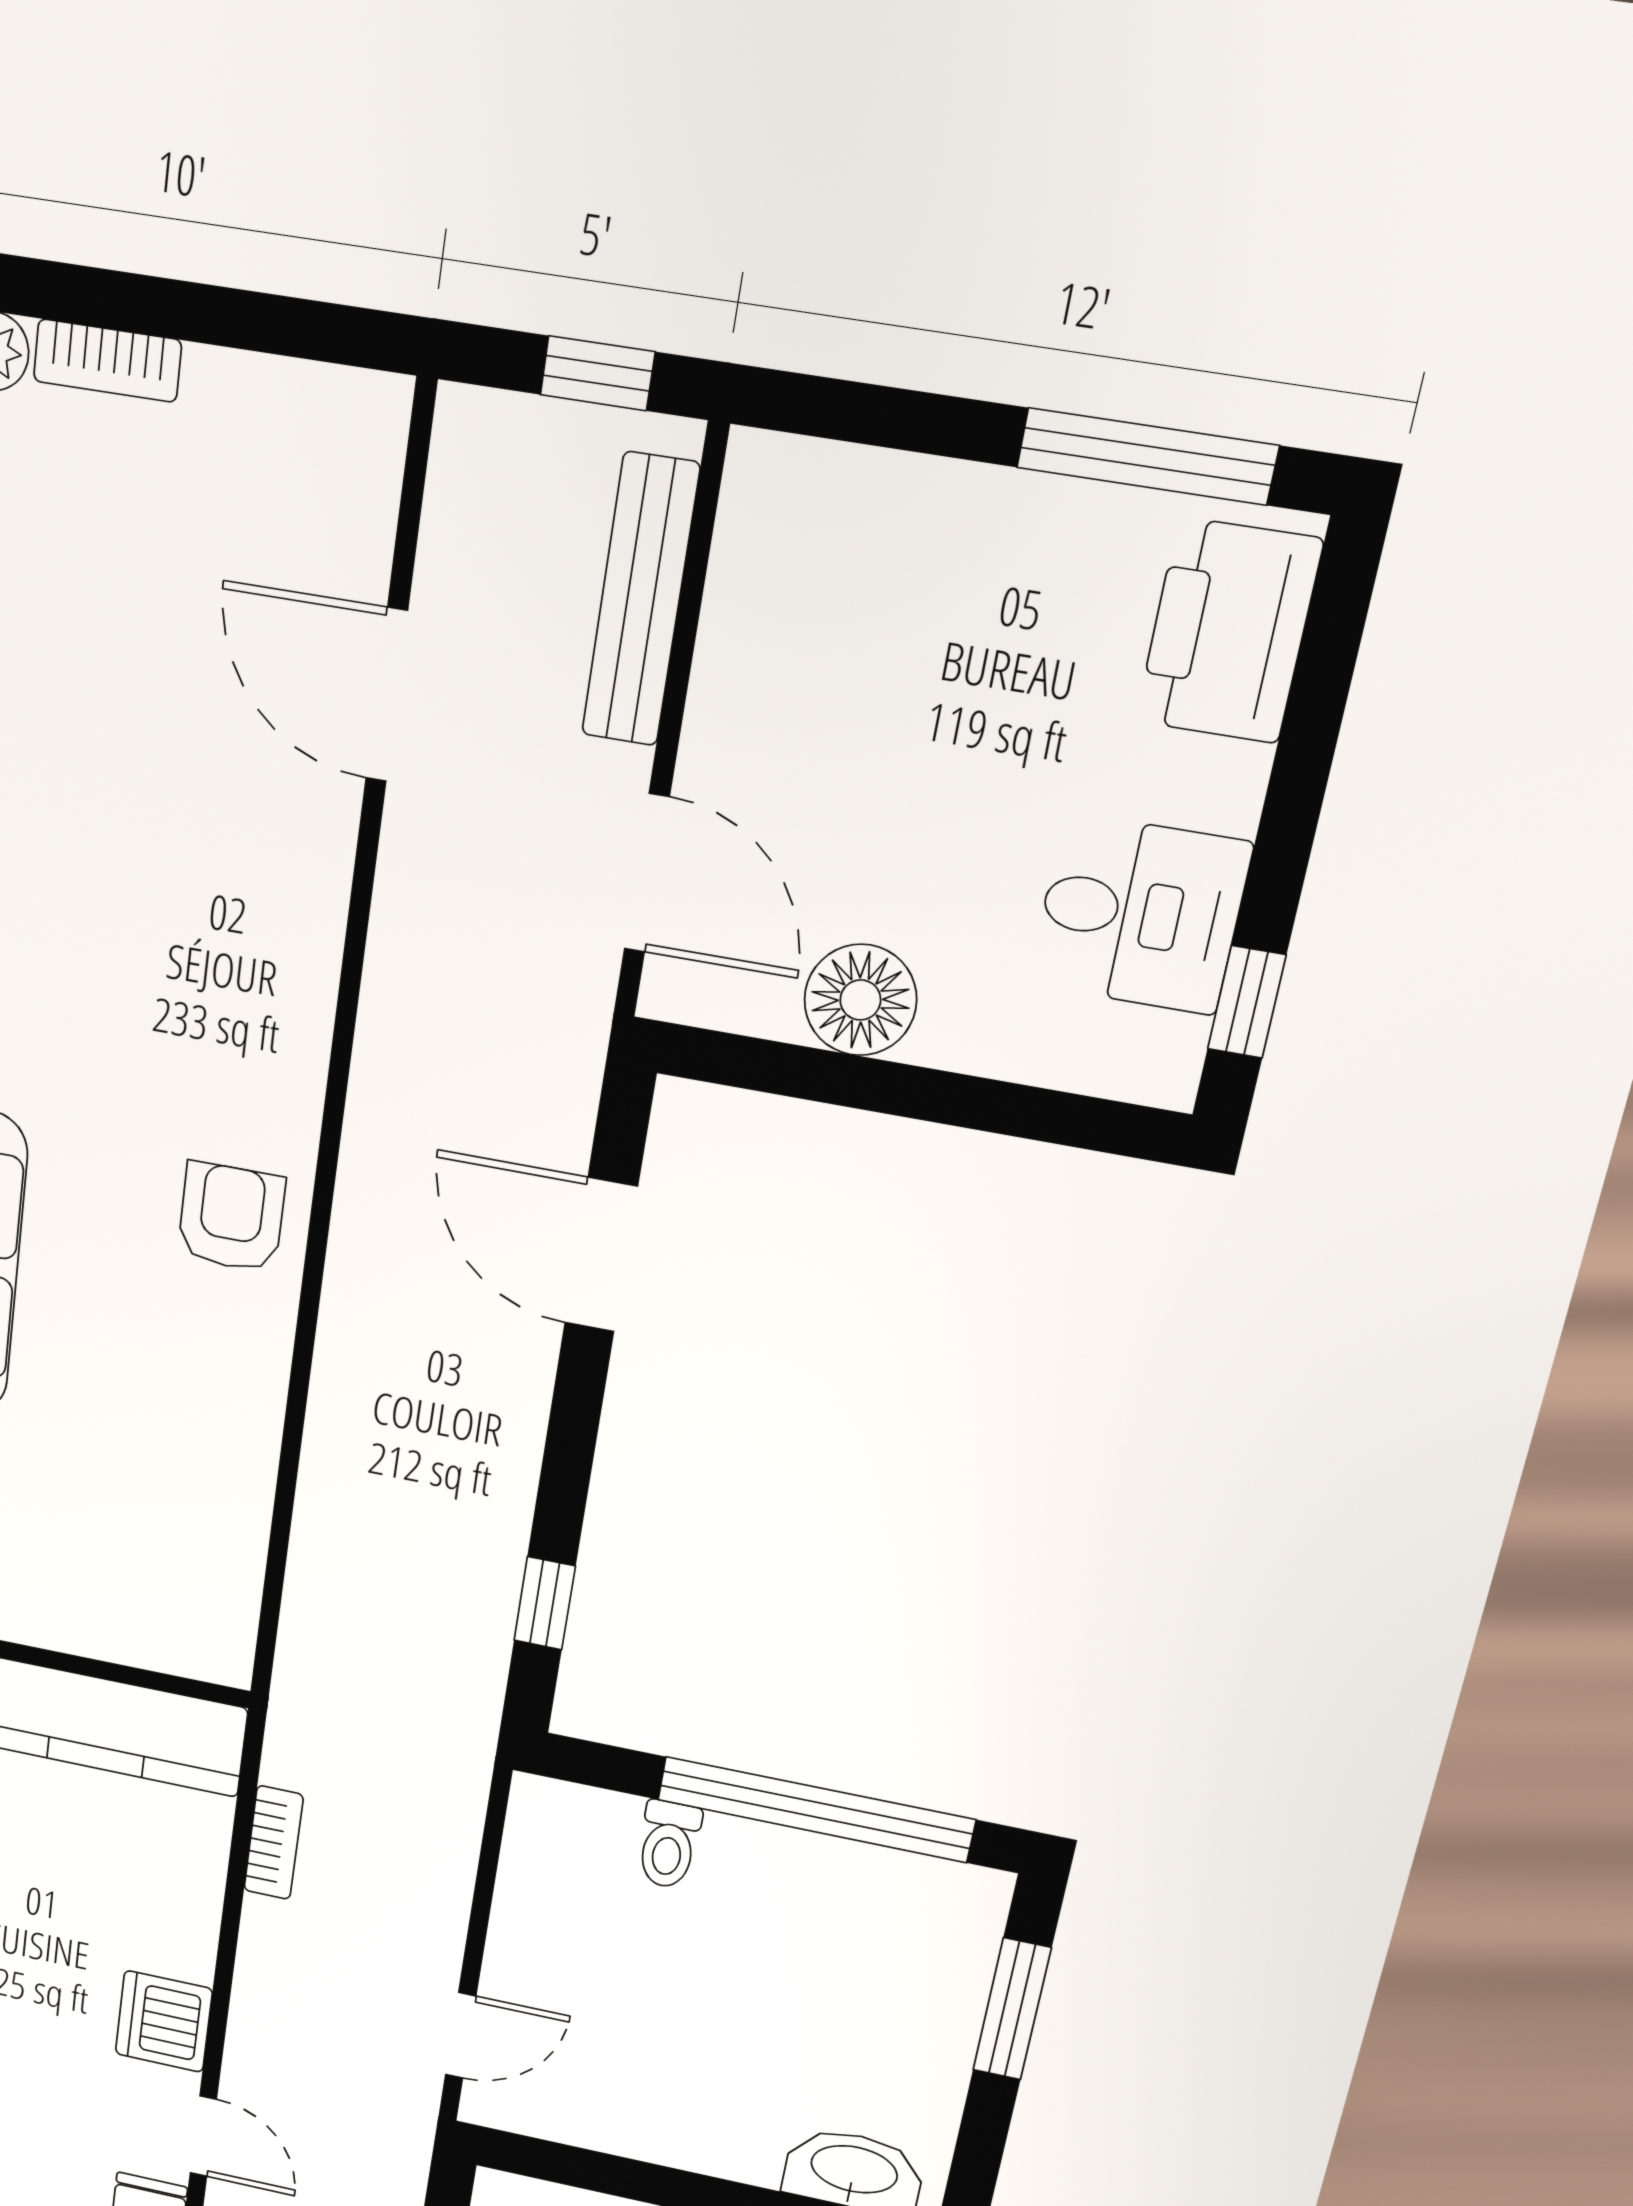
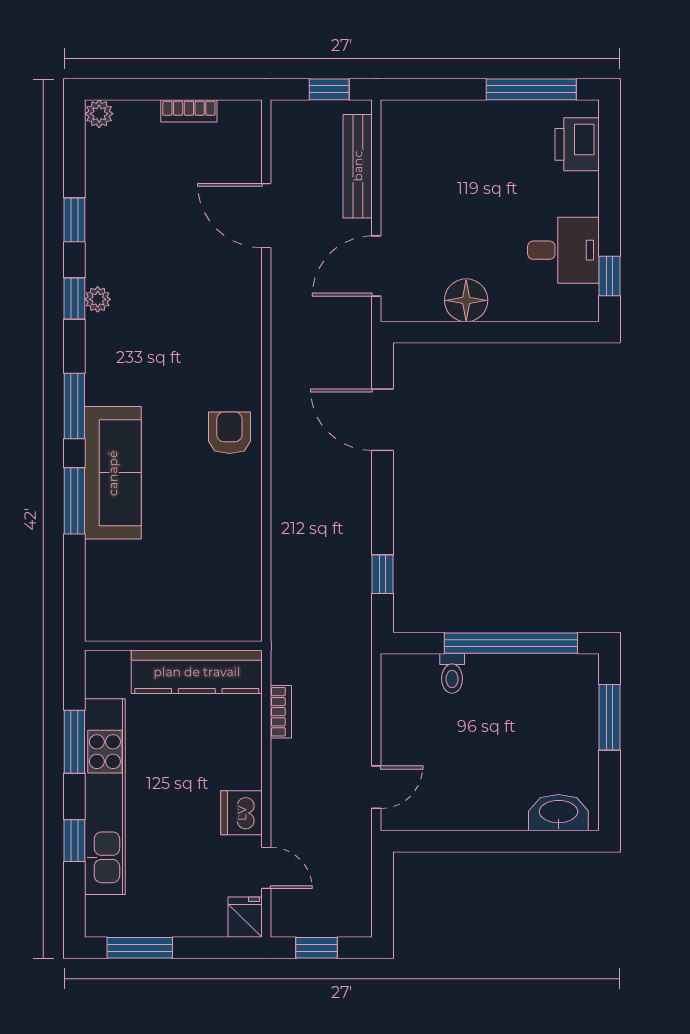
bookcase: (107, 361) -> (189, 111), moved
printer: (1229, 631) -> (577, 144), width x0.73, depth x0.84
door: (647, 873) -> (376, 266), swing flipped

